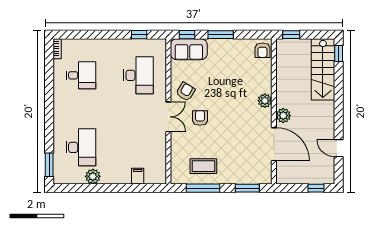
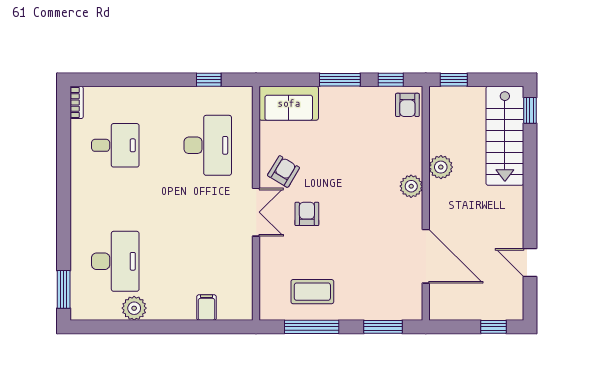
window: (187, 35) -> (391, 80), moved
plant: (283, 116) -> (441, 167), moved

